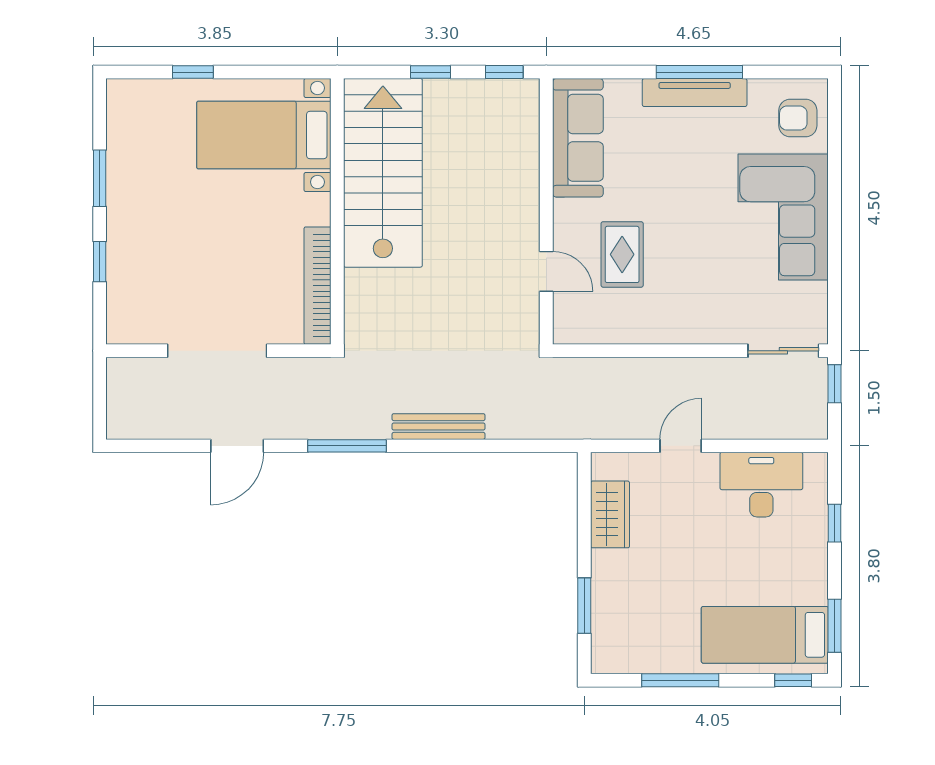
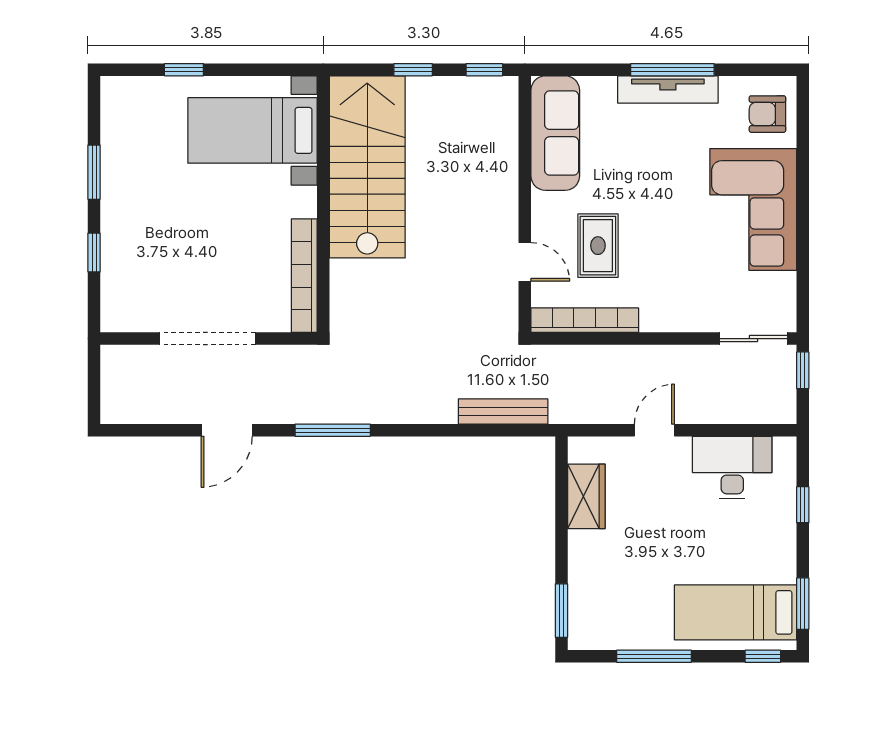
bookcase: (608, 332) -> (585, 320), added
bench: (439, 427) -> (503, 412), moved
window: (584, 606) -> (561, 611), moved

